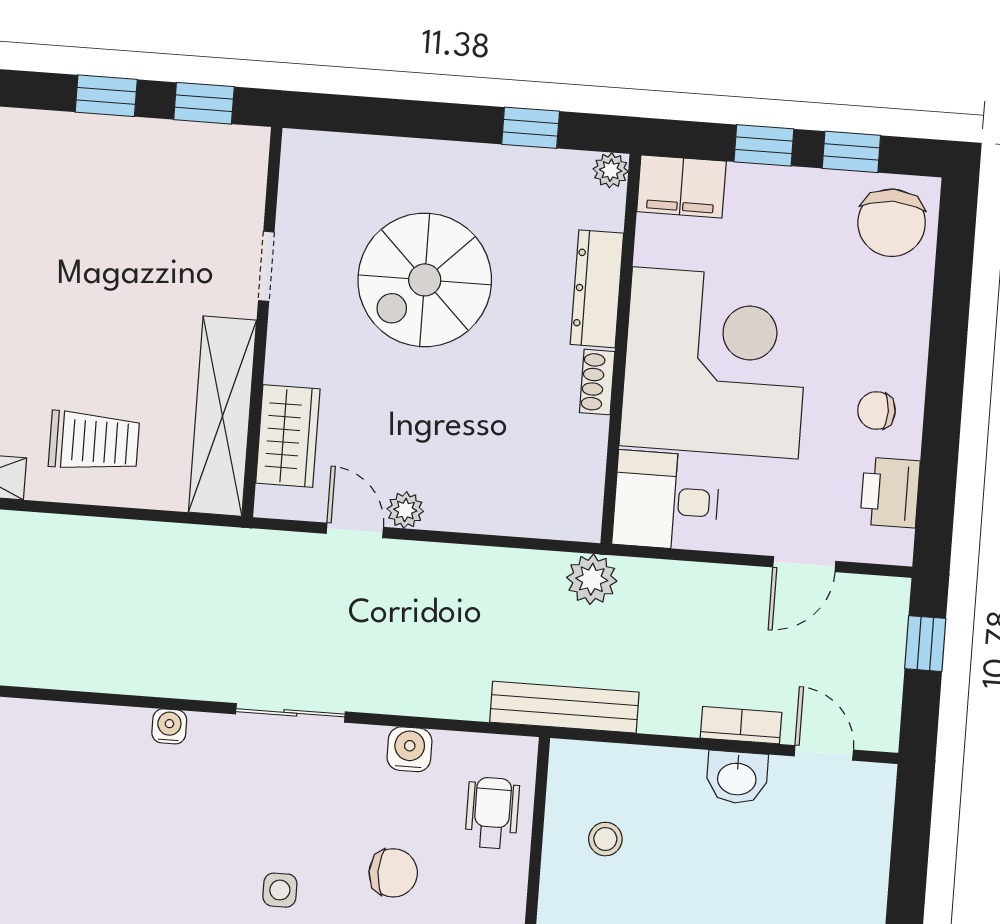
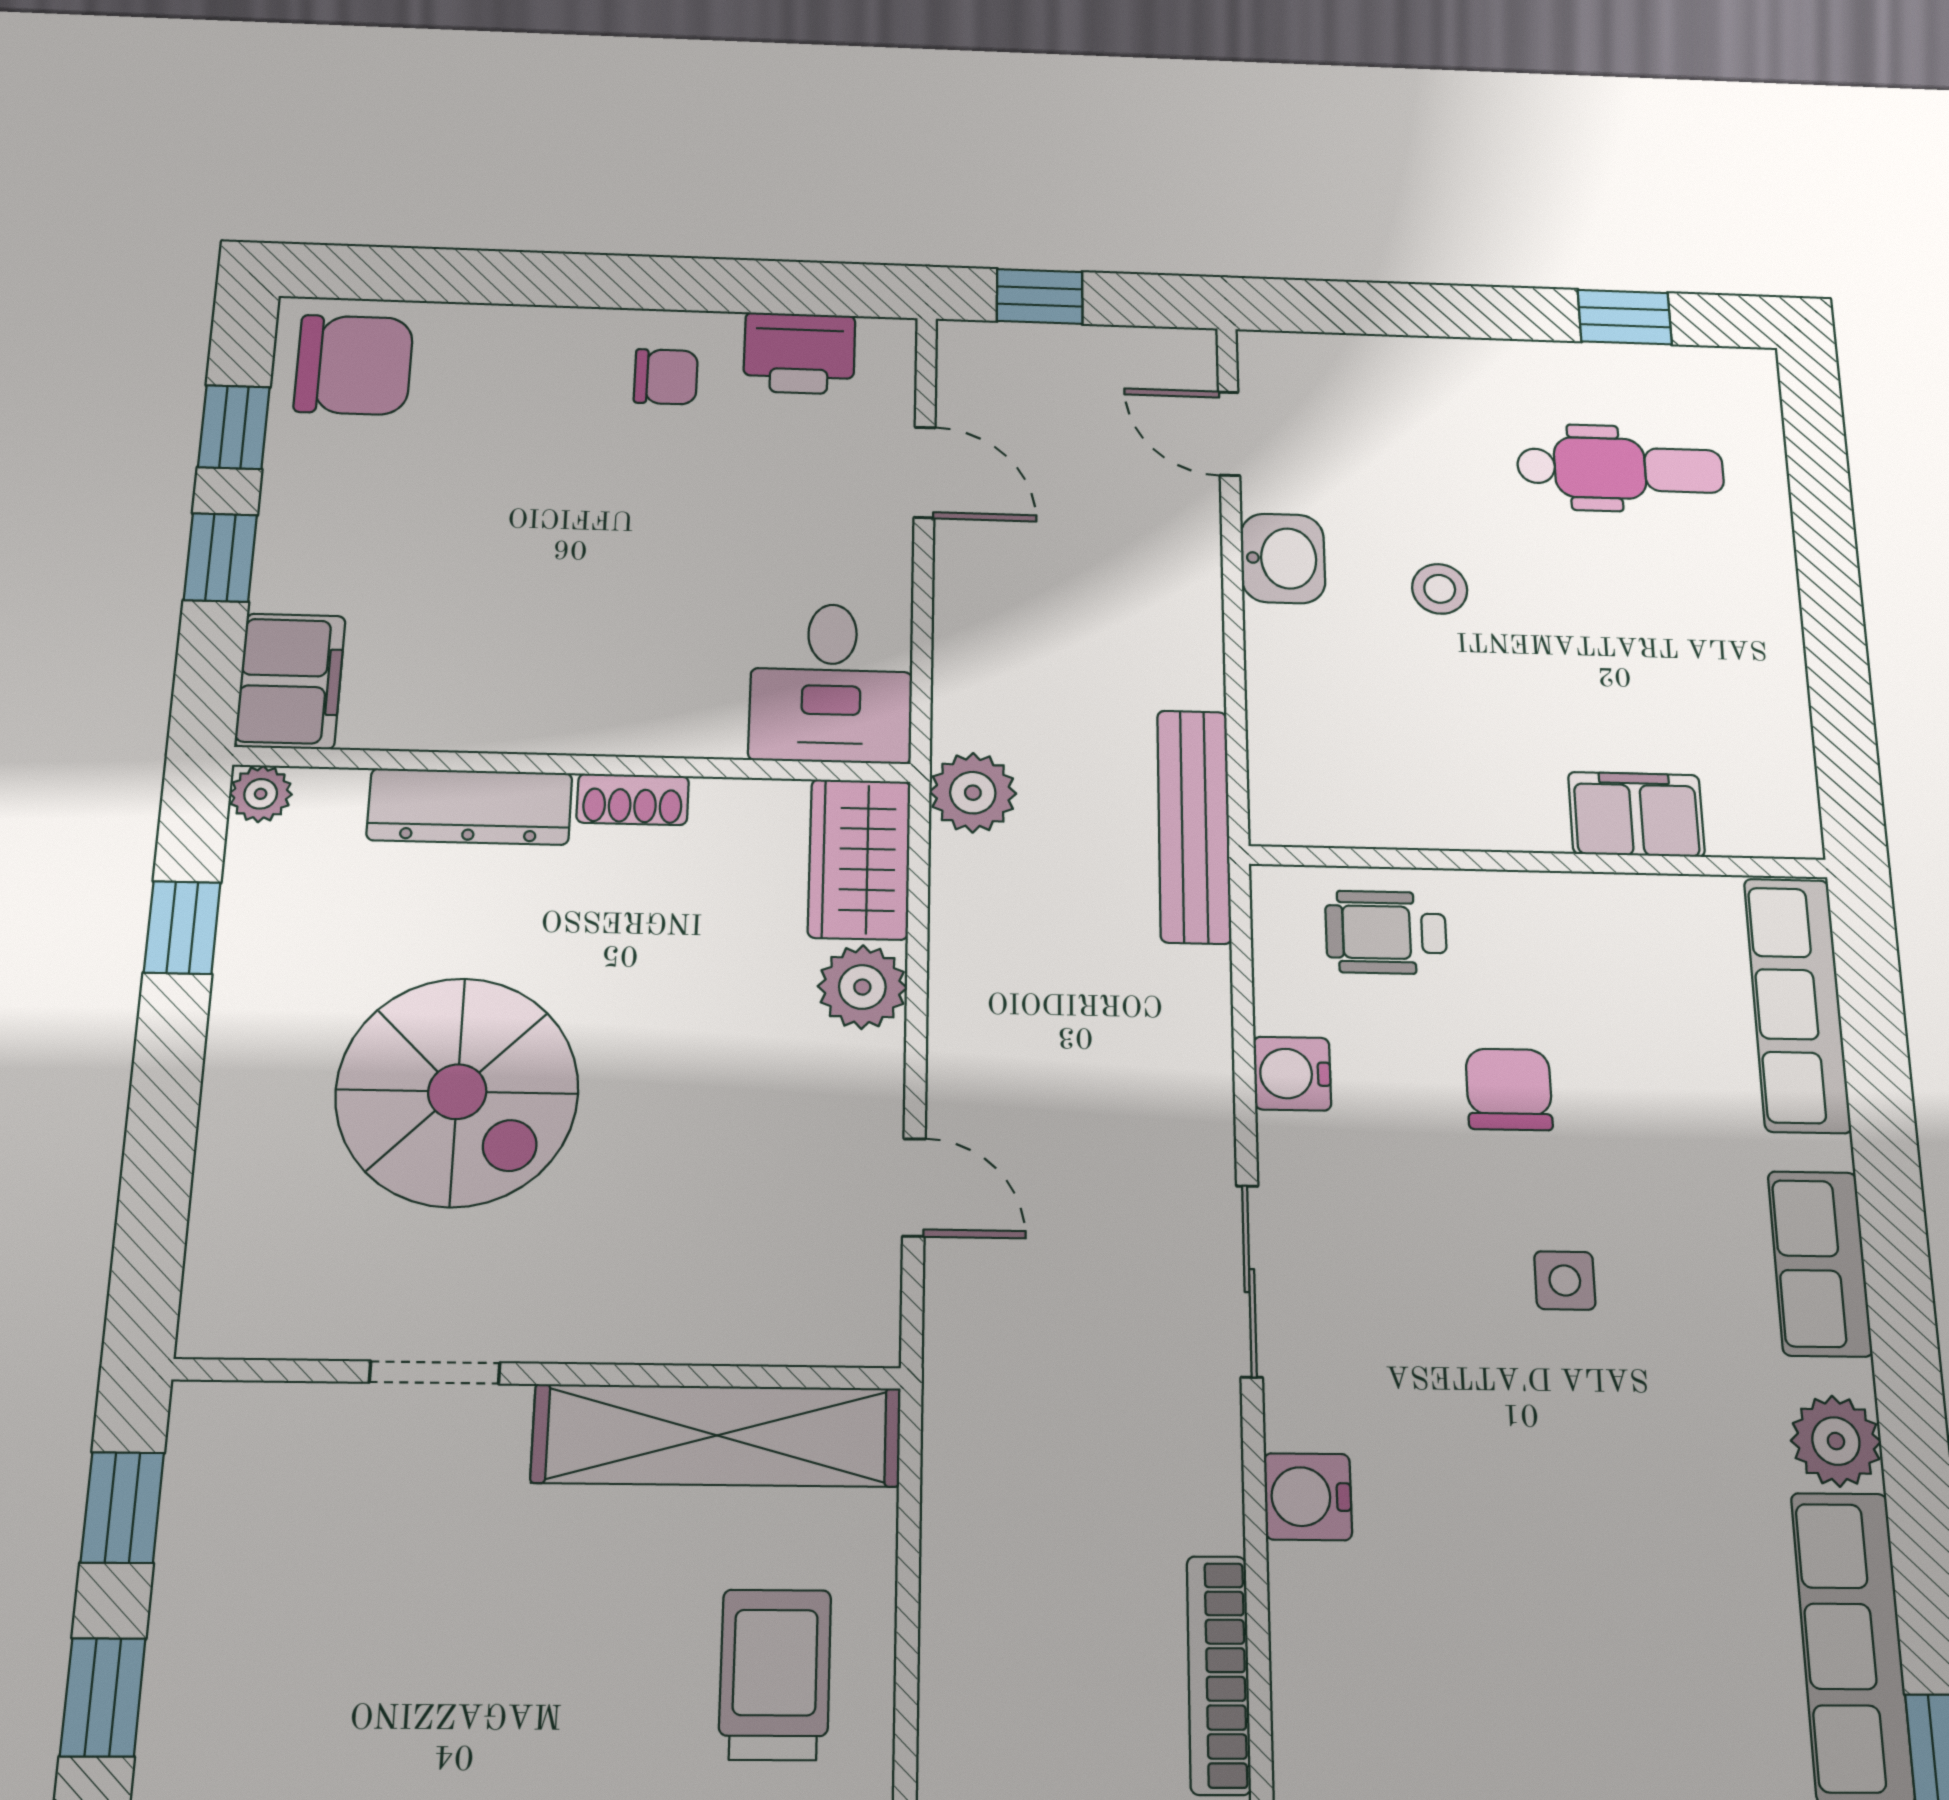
corner desk: (715, 363) -> (594, 617), removed
chair: (877, 411) -> (666, 377), turned -90
wardrobe: (288, 436) -> (859, 859), moved, turned -90
plant: (405, 510) -> (862, 987), moved, width x1.38, depth x1.38
door: (355, 530) -> (914, 1187), swing flipped
bookcase: (741, 725) -> (1219, 1674), moved, width x1.56
water cooler: (169, 726) -> (1308, 1497), width x1.38, depth x1.38
door: (824, 753) -> (1229, 434), hinge flipped
stool: (605, 839) -> (1440, 589), moved

